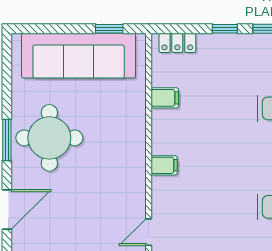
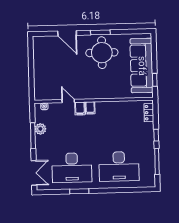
filing cabinet: (165, 98) -> (80, 108), moved
door: (149, 232) -> (68, 101), moved

